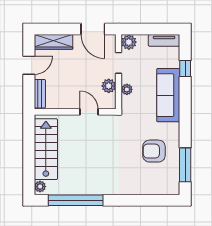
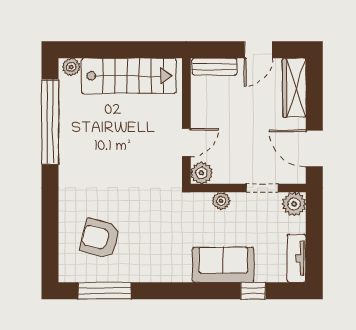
door: (93, 29) -> (314, 149), hinge flipped
door: (29, 65) -> (258, 50), hinge flipped
plant: (109, 86) -> (201, 173), moved
sofa: (168, 95) -> (223, 265), width x0.73
armchair: (154, 151) -> (100, 238), moved, turned -74

